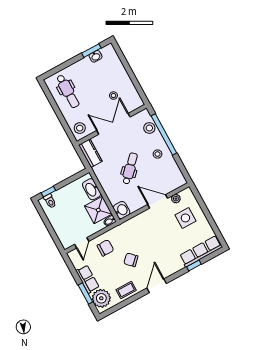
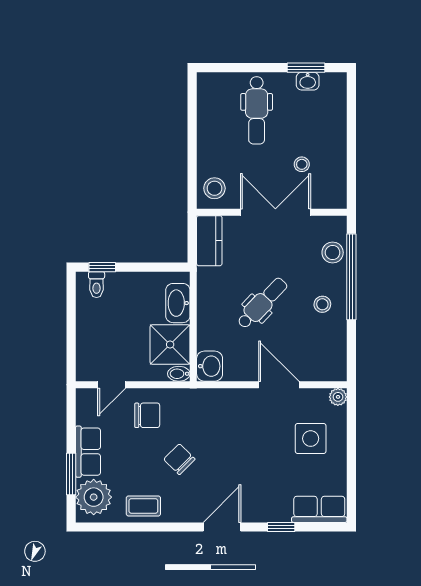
dental chair: (68, 91) -> (257, 110), moved
plant: (176, 199) -> (338, 397), moved
row of seats: (201, 251) -> (319, 509), width x0.68
door: (157, 286) -> (222, 527), moved

